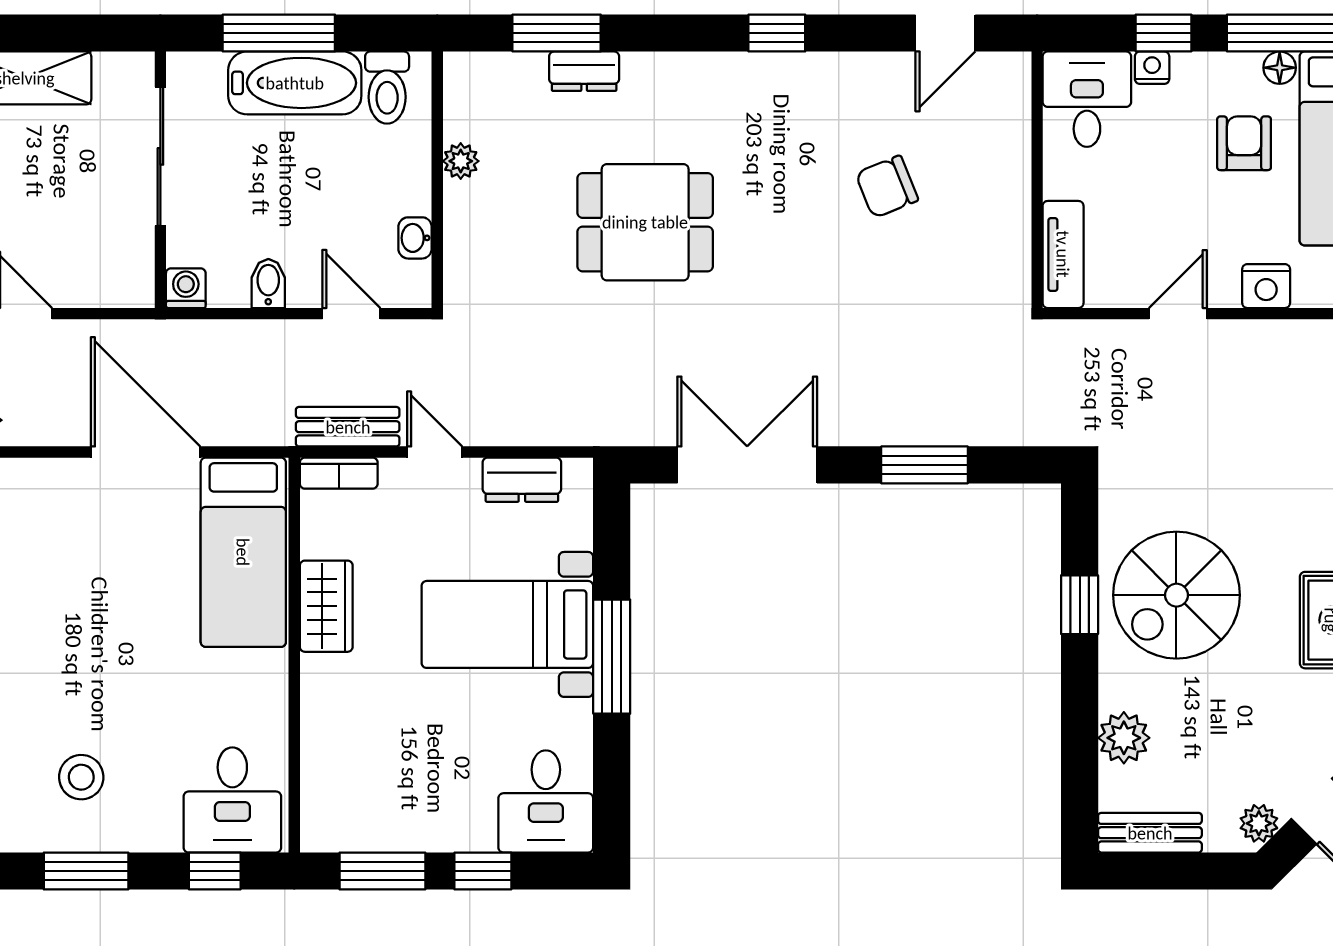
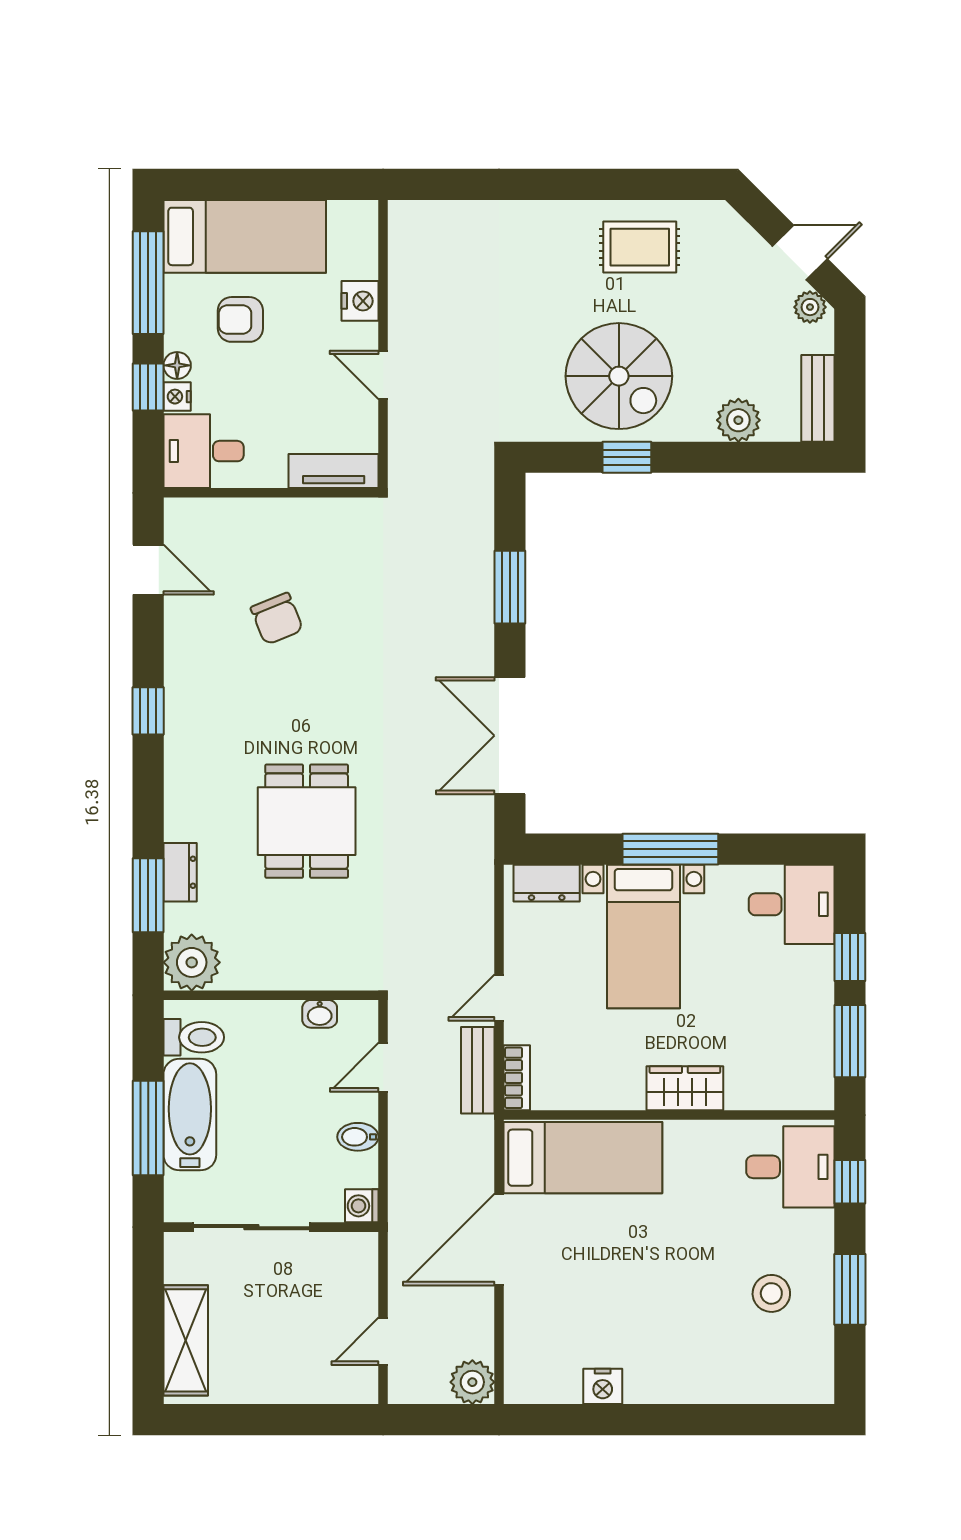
floor lamp: (1280, 68) -> (177, 365), moved
plant: (461, 161) -> (192, 962), moved, width x1.88, depth x1.88
dresser: (522, 480) -> (547, 883), moved, turned 90
wardrobe: (326, 606) -> (685, 1088), moved

